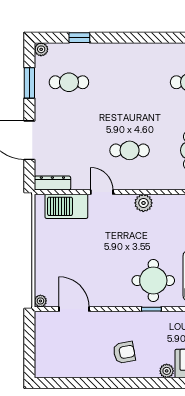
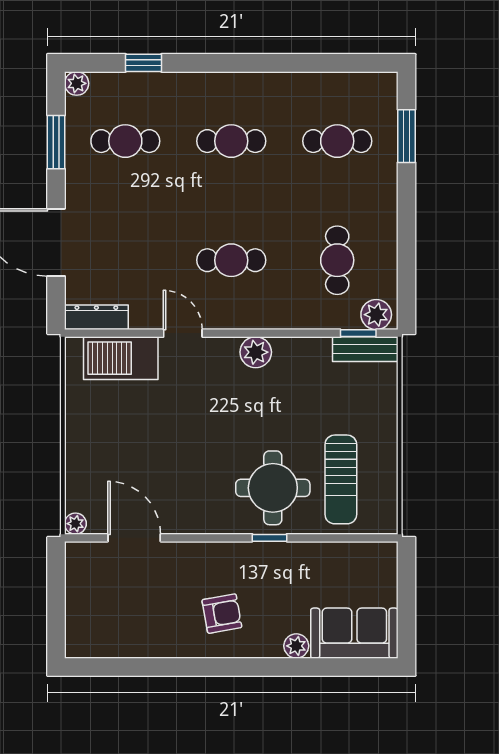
cafe table: (130, 82) -> (231, 141), added

